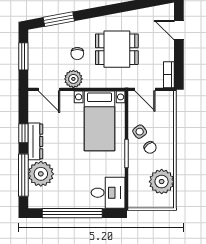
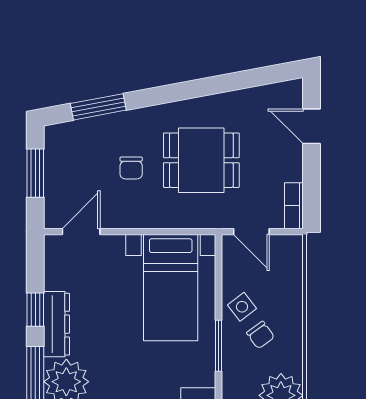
plant: (73, 79) -> (124, 213), removed
door: (49, 89) -> (81, 232), swing flipped

